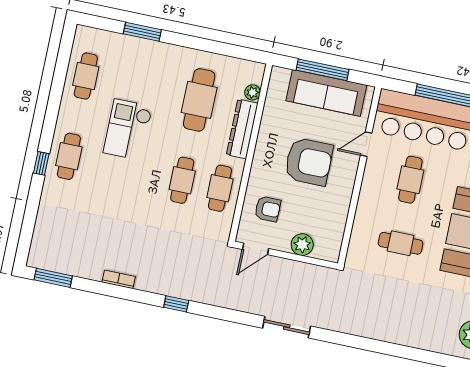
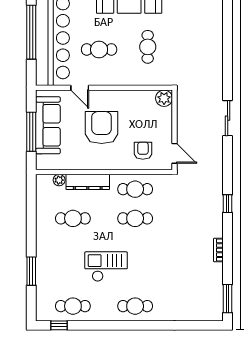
cafe table: (199, 100) -> (73, 218), width x0.73, depth x0.74
checkout: (128, 130) -> (106, 267), turned 180
window: (41, 163) -> (59, 325), moved
plant: (302, 245) -> (164, 98), moved

